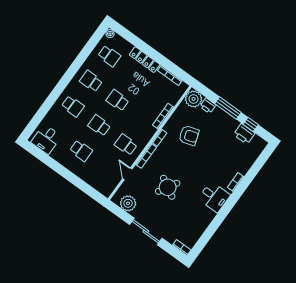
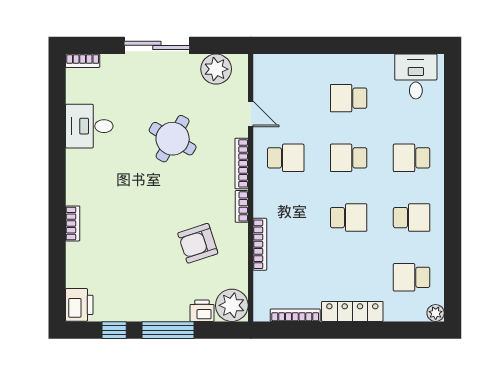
school desk: (99, 125) -> (349, 158), turned 180
printer: (244, 134) -> (79, 305), moved, turned 90
desk: (214, 197) -> (89, 126), moved

